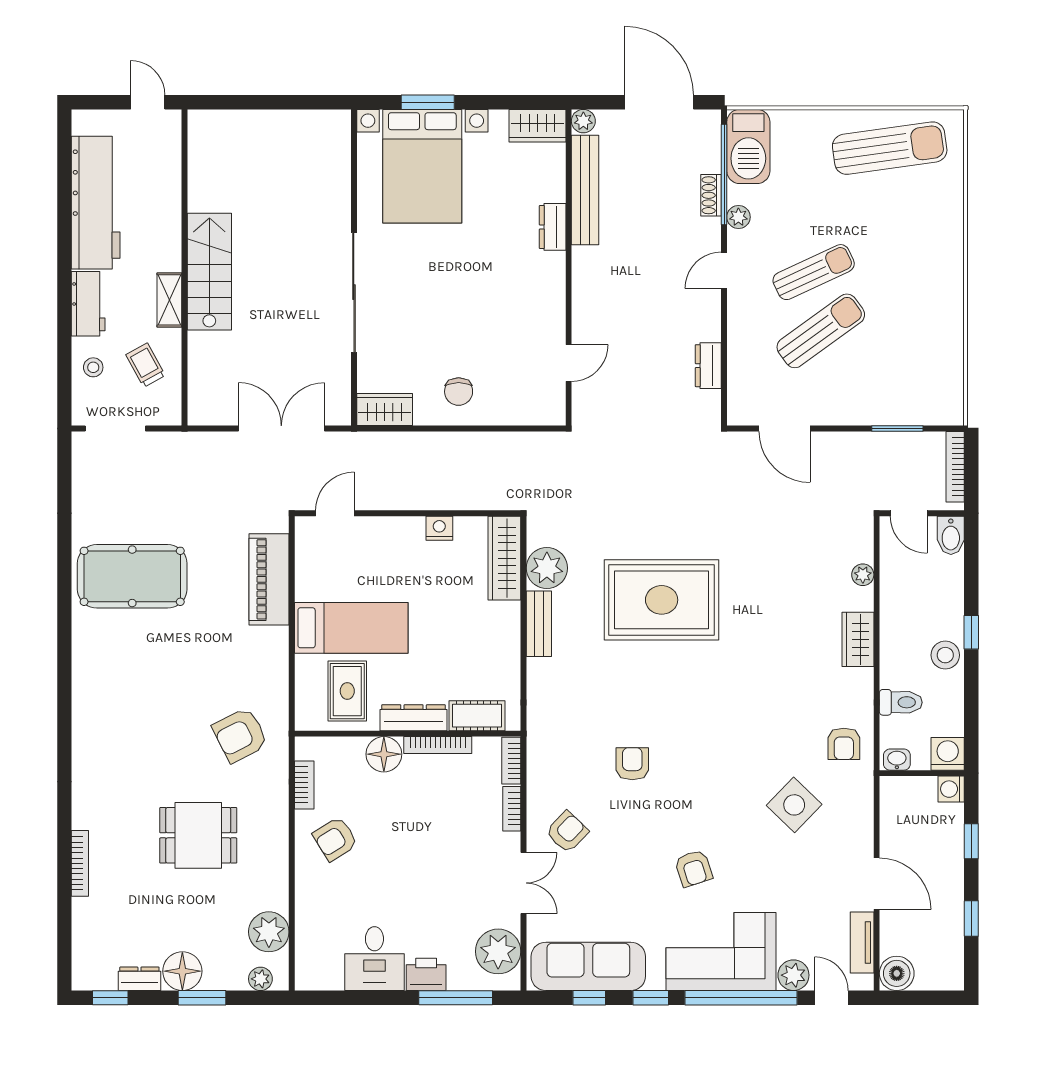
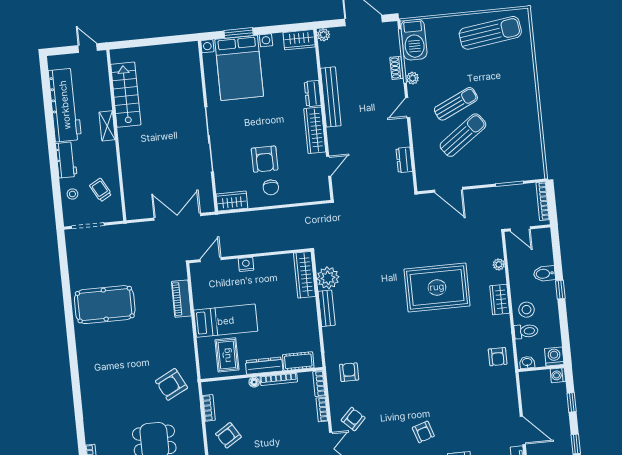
bench: (585, 190) -> (331, 97), moved
stairs: (209, 272) -> (126, 95), moved
wardrobe: (550, 295) -> (315, 130), added
shelving: (169, 300) -> (107, 126), moved
armchair: (452, 338) -> (265, 159), added
nightstand: (439, 528) -> (246, 264), moved
bidet: (951, 535) -> (544, 274), moved, turned 90
piano: (269, 579) -> (181, 299), width x0.73, depth x0.75
rug: (662, 600) -> (437, 287), moved
stool: (945, 655) -> (526, 310), moved
floor lamp: (384, 754) -> (254, 382), width x0.53, depth x0.53
armchair: (632, 764) -> (349, 372), moved
side table: (794, 805) -> (474, 392), removed

